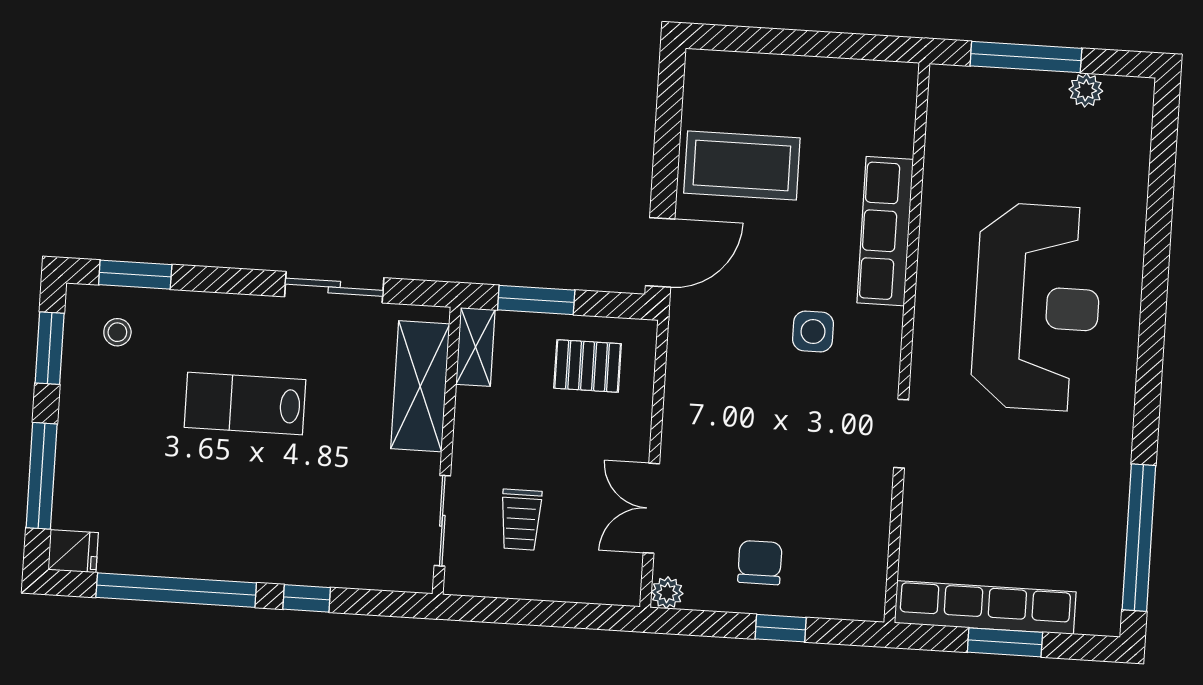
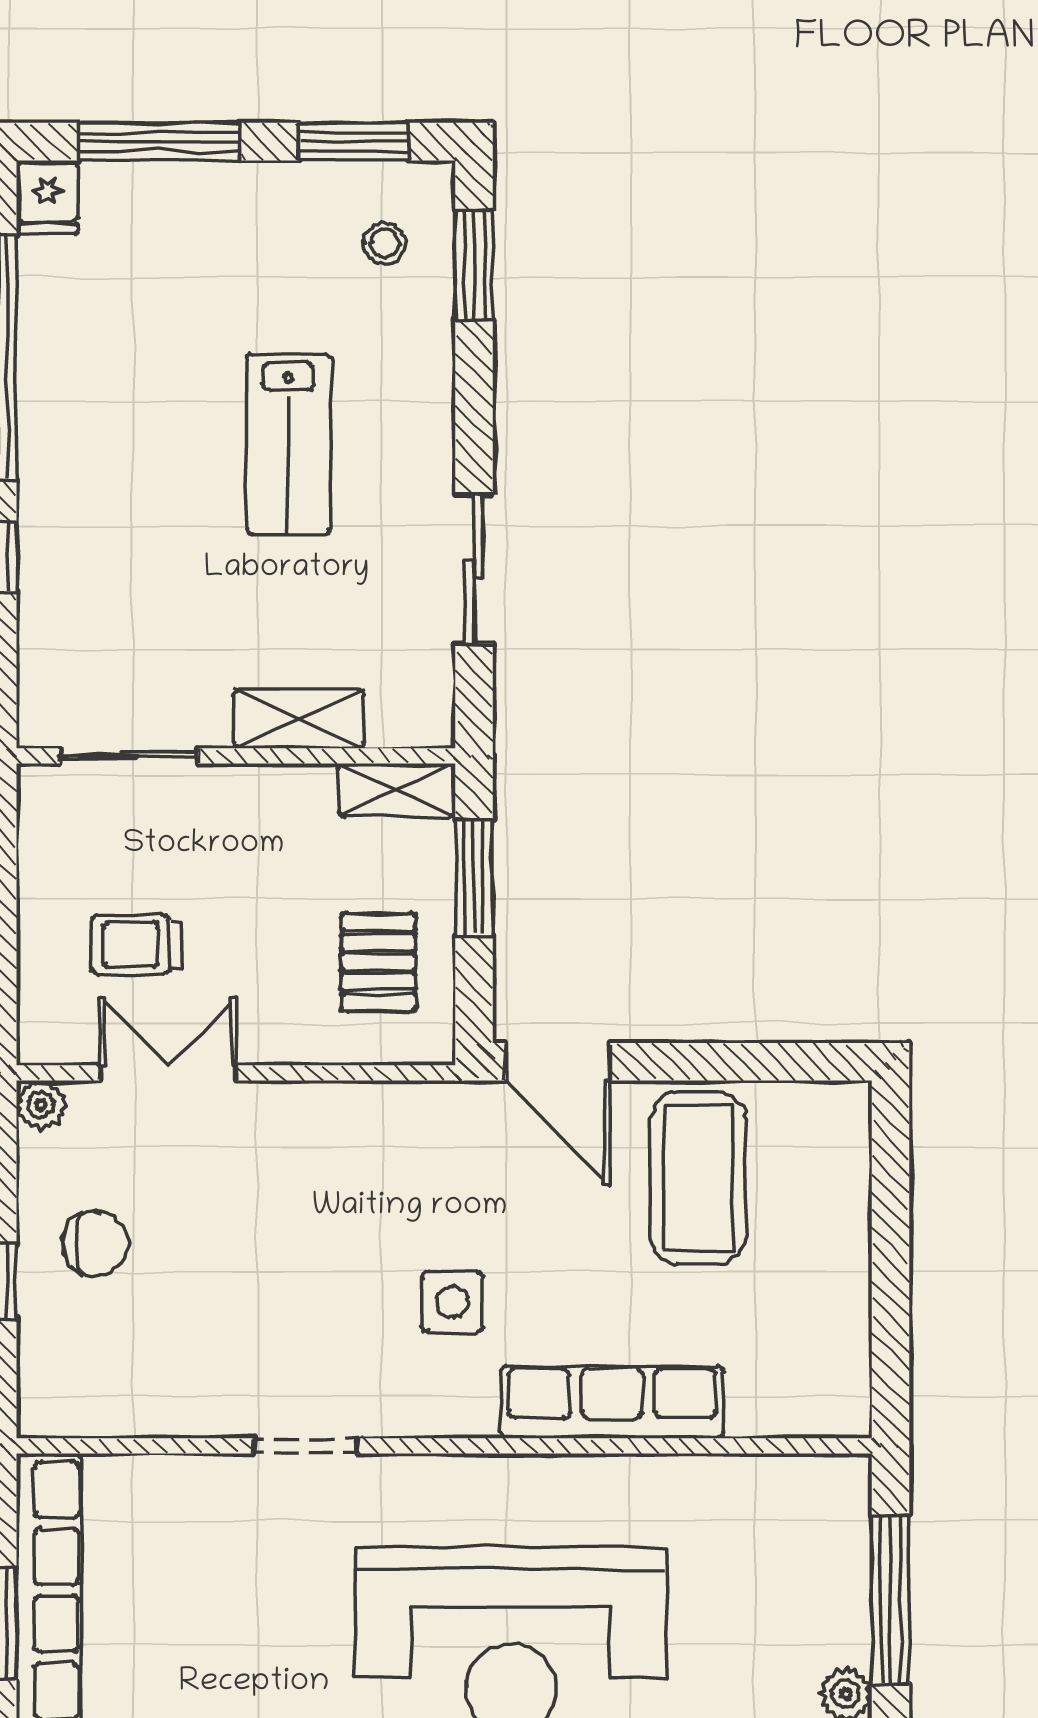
shelving: (420, 386) -> (299, 719), width x0.67, depth x0.75
lab bench: (245, 404) -> (288, 444), turned 180
trolley: (521, 520) -> (137, 945), moved

